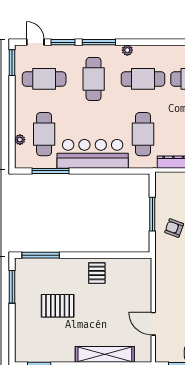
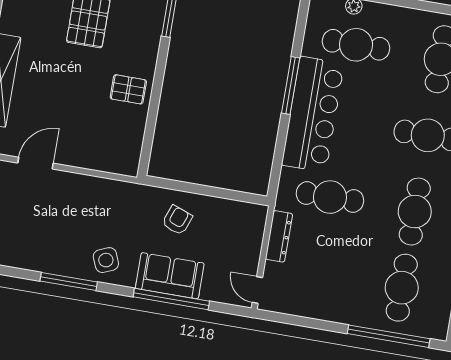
window: (51, 171) -> (291, 86), moved
window: (152, 214) -> (204, 190), removed

